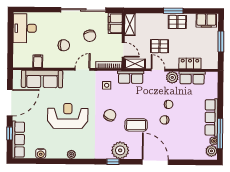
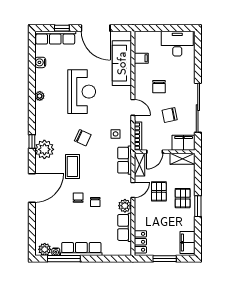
pallet: (177, 22) -> (183, 198), moved
locker: (190, 63) -> (140, 242), moved

